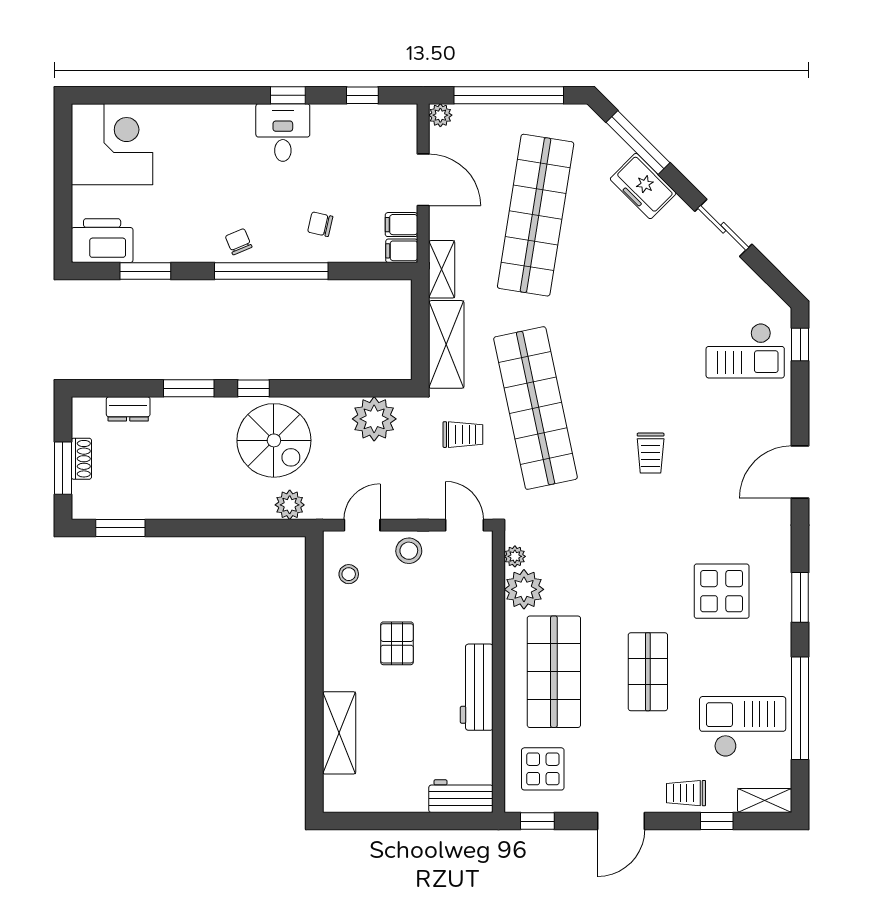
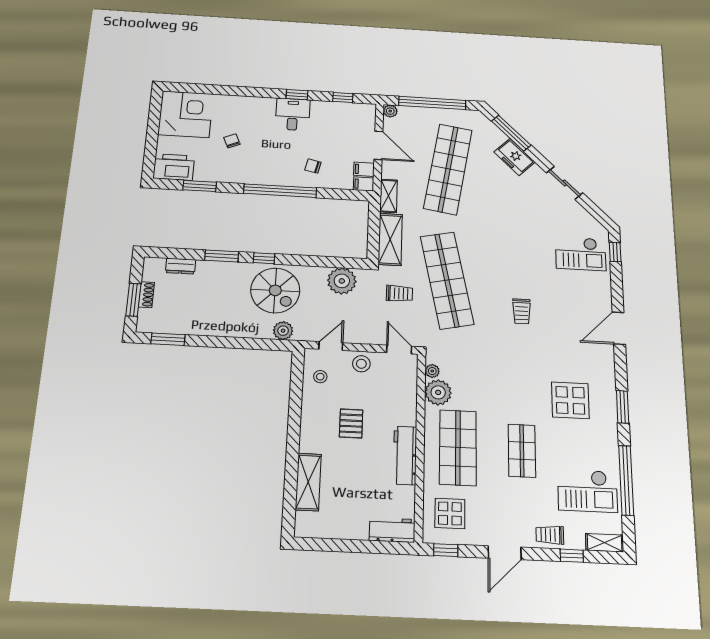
chair: (239, 242) -> (232, 141), moved
checkout: (743, 727) -> (587, 491), turned 180

